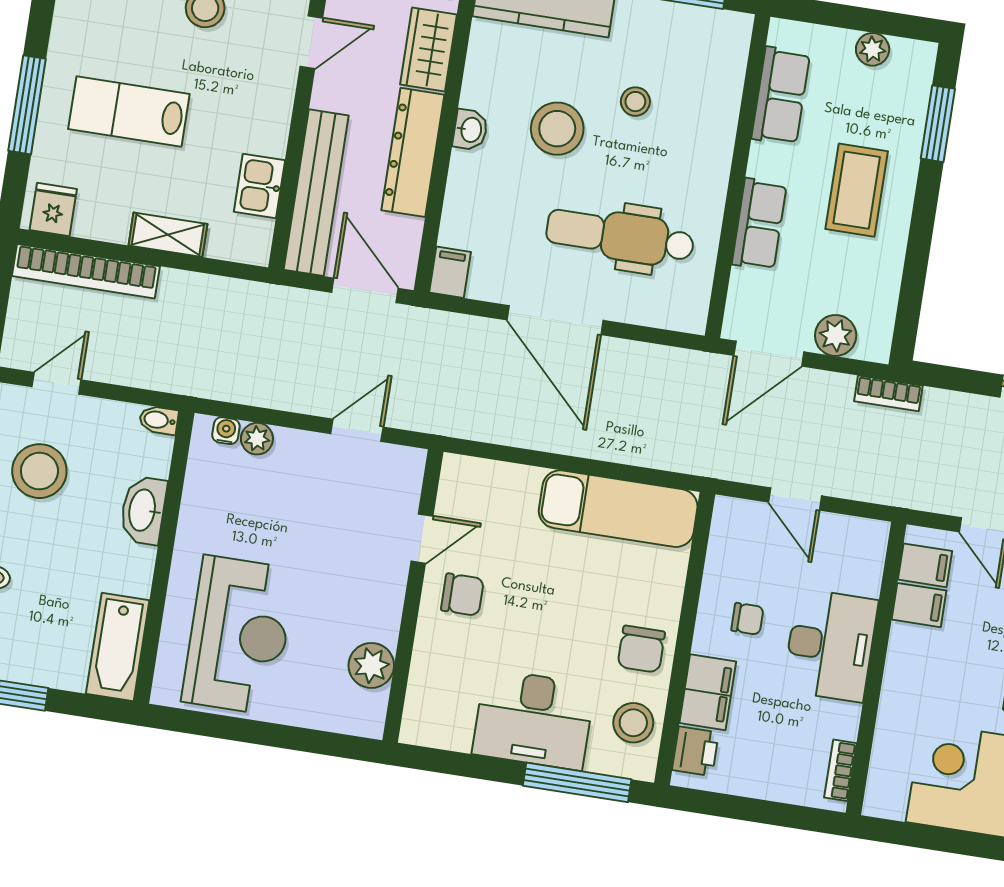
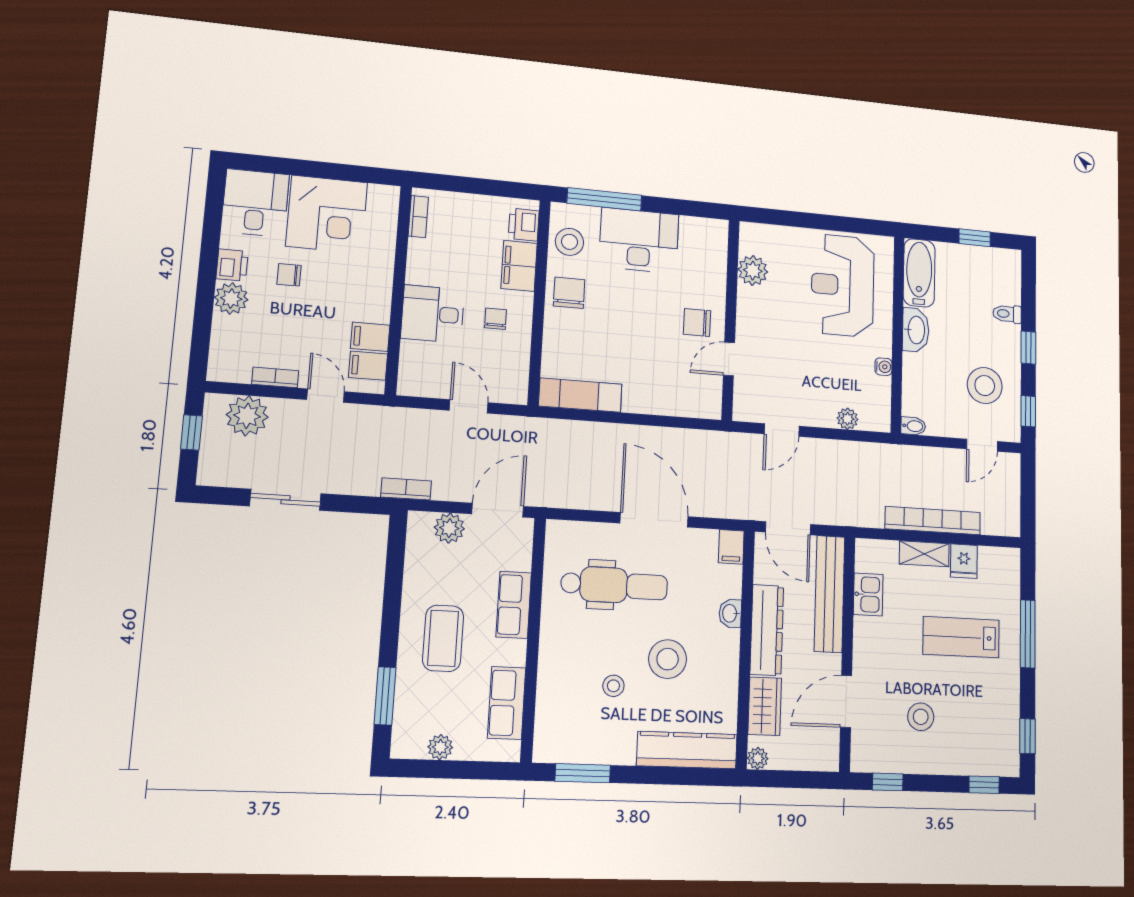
door: (311, 42) -> (846, 701), width x1.38
lab bench: (129, 111) -> (961, 637), turned 180
washbasin: (470, 130) -> (730, 613), moved
fridge: (53, 209) -> (964, 561), moved
bookcase: (86, 271) -> (933, 520), moved
water cooler: (226, 431) -> (883, 367), moved, turned -90
exam couch: (618, 509) -> (580, 395), width x0.73, depth x0.69
washbasin: (143, 510) -> (916, 330), moved
chair: (747, 619) -> (495, 319), turned 90
desk: (830, 645) -> (433, 314), width x0.73

